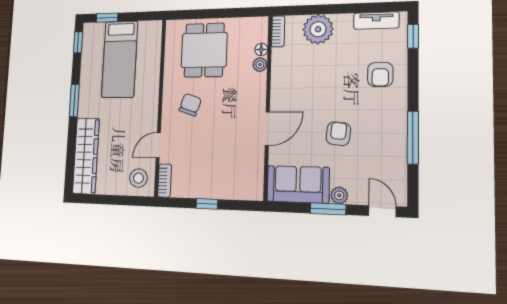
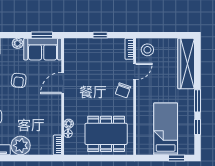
plant: (318, 29) -> (21, 145), moved
window: (78, 42) -> (197, 127), moved
dining table: (204, 50) -> (106, 134), width x1.38
chair: (190, 105) -> (123, 90), moved
window: (328, 209) -> (42, 35), moved

